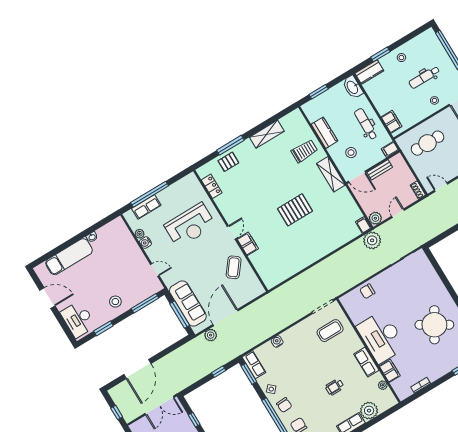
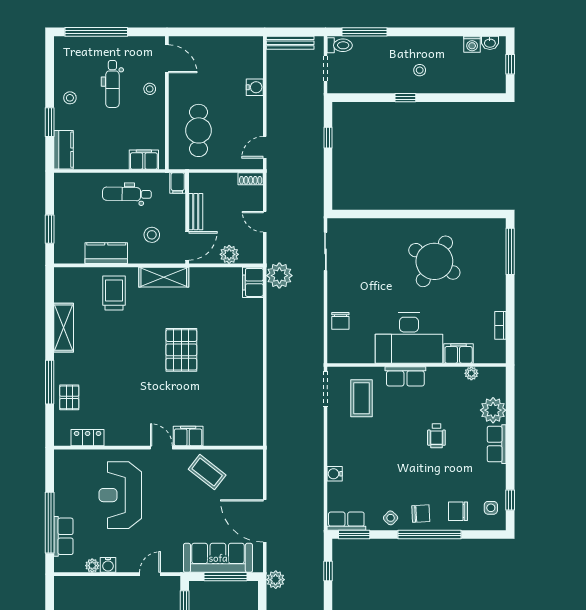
washbasin: (353, 87) -> (70, 183), removed
plant: (375, 218) -> (229, 254), moved
reception desk: (190, 225) -> (120, 495), turned 180
filing cabinet: (363, 225) -> (253, 282), width x2.00
plant: (211, 335) -> (276, 580), moved
row of seats: (366, 362) -> (405, 376), moved

